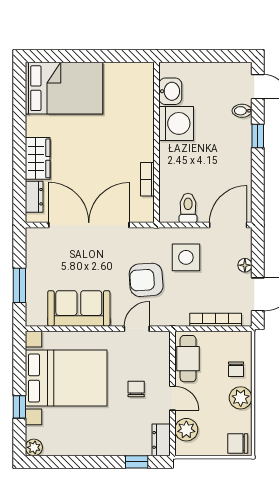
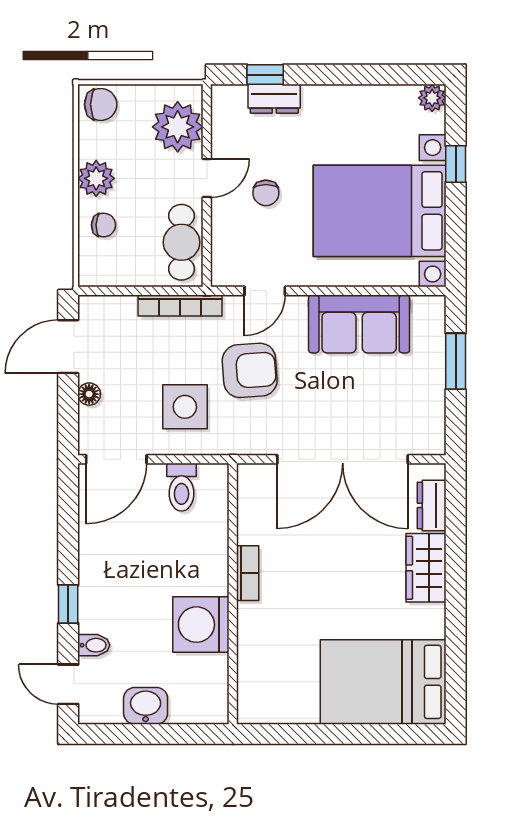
washbasin: (170, 91) -> (146, 706), moved, turned 90
bookcase: (147, 179) -> (248, 573), moved
bookcase: (216, 320) -> (180, 305), moved
chair: (236, 369) -> (104, 225), turned 92
door: (172, 398) -> (207, 178), swing flipped
plant: (186, 430) -> (178, 127), width x1.36, depth x1.36
dresser: (161, 440) -> (274, 99), moved, turned 90

